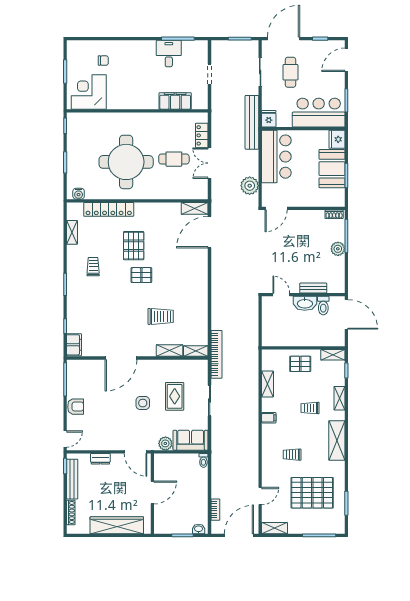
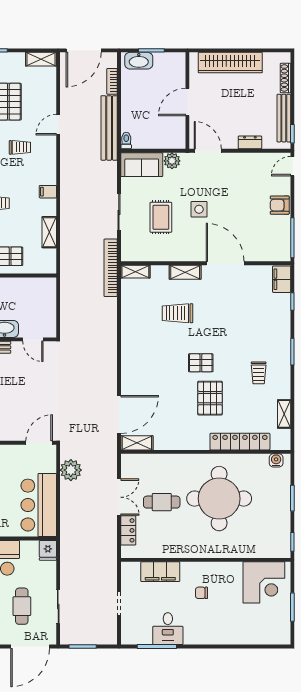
chair: (103, 61) -> (202, 593), moved
bench: (252, 122) -> (109, 128), moved
shelving: (170, 351) -> (185, 272), moved
door: (121, 358) -> (225, 263), hinge flipped
door: (260, 496) -> (58, 125), moved
washbasin: (199, 529) -> (139, 61), width x1.91, depth x1.45

